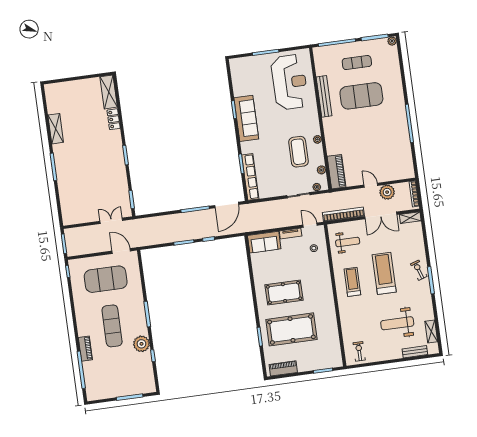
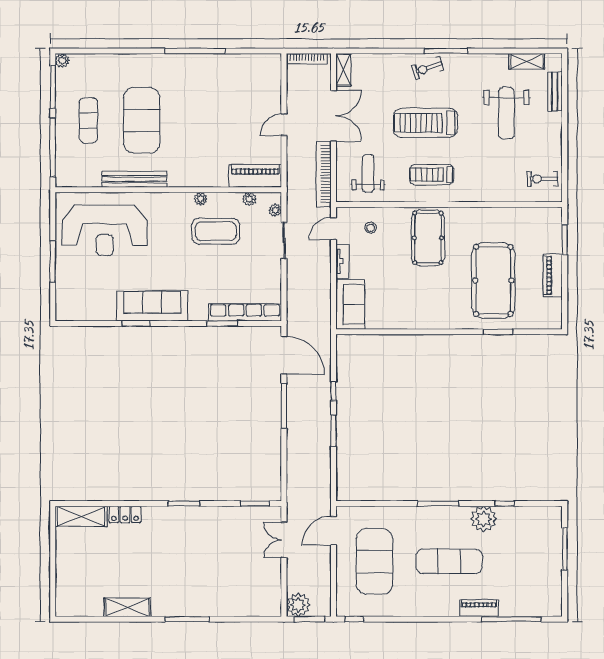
reception desk: (290, 82) -> (105, 230), turned 180
plant: (387, 192) -> (298, 605), moved
pool table: (284, 293) -> (428, 238), moved
piano: (283, 368) -> (553, 275), moved

